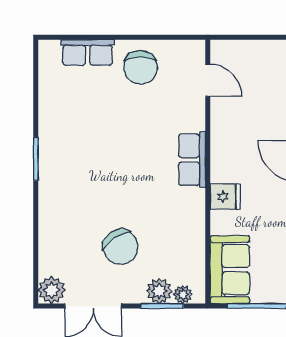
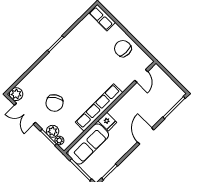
row of seats: (88, 52) -> (102, 18), moved
chair: (141, 67) -> (123, 49), turned 90
row of seats: (192, 160) -> (99, 107), width x2.02
sofa: (230, 270) -> (88, 144), width x1.36

